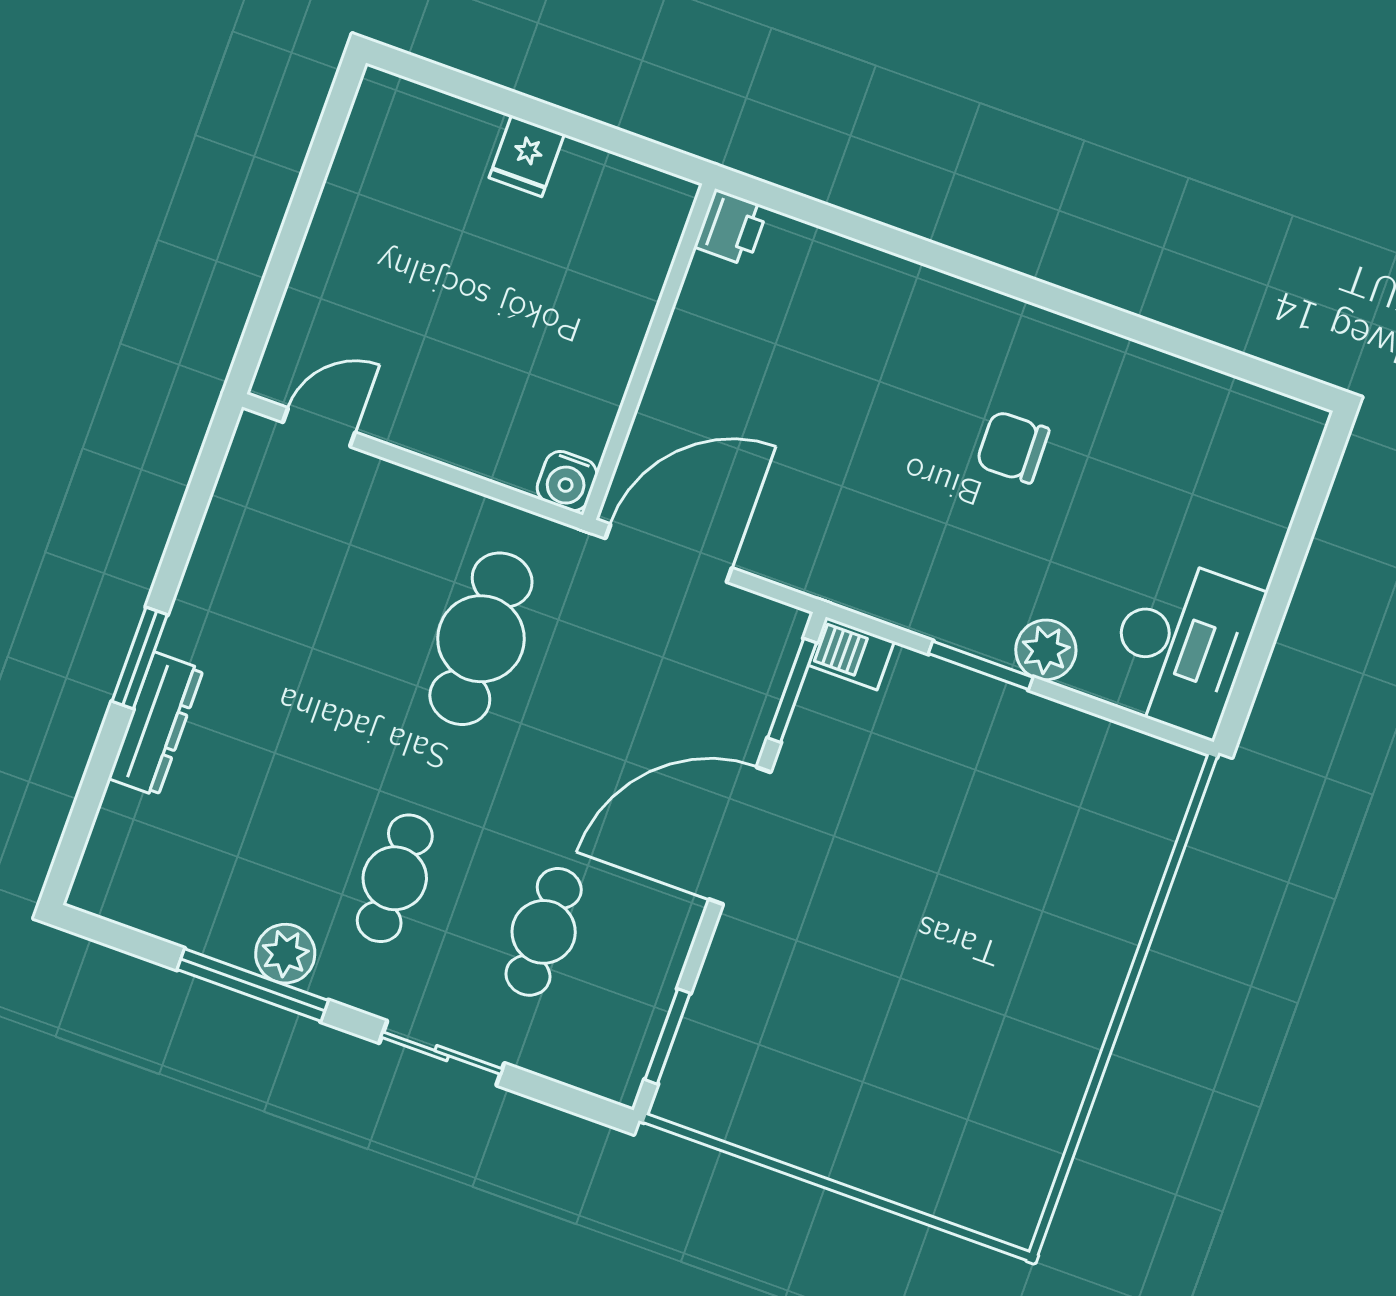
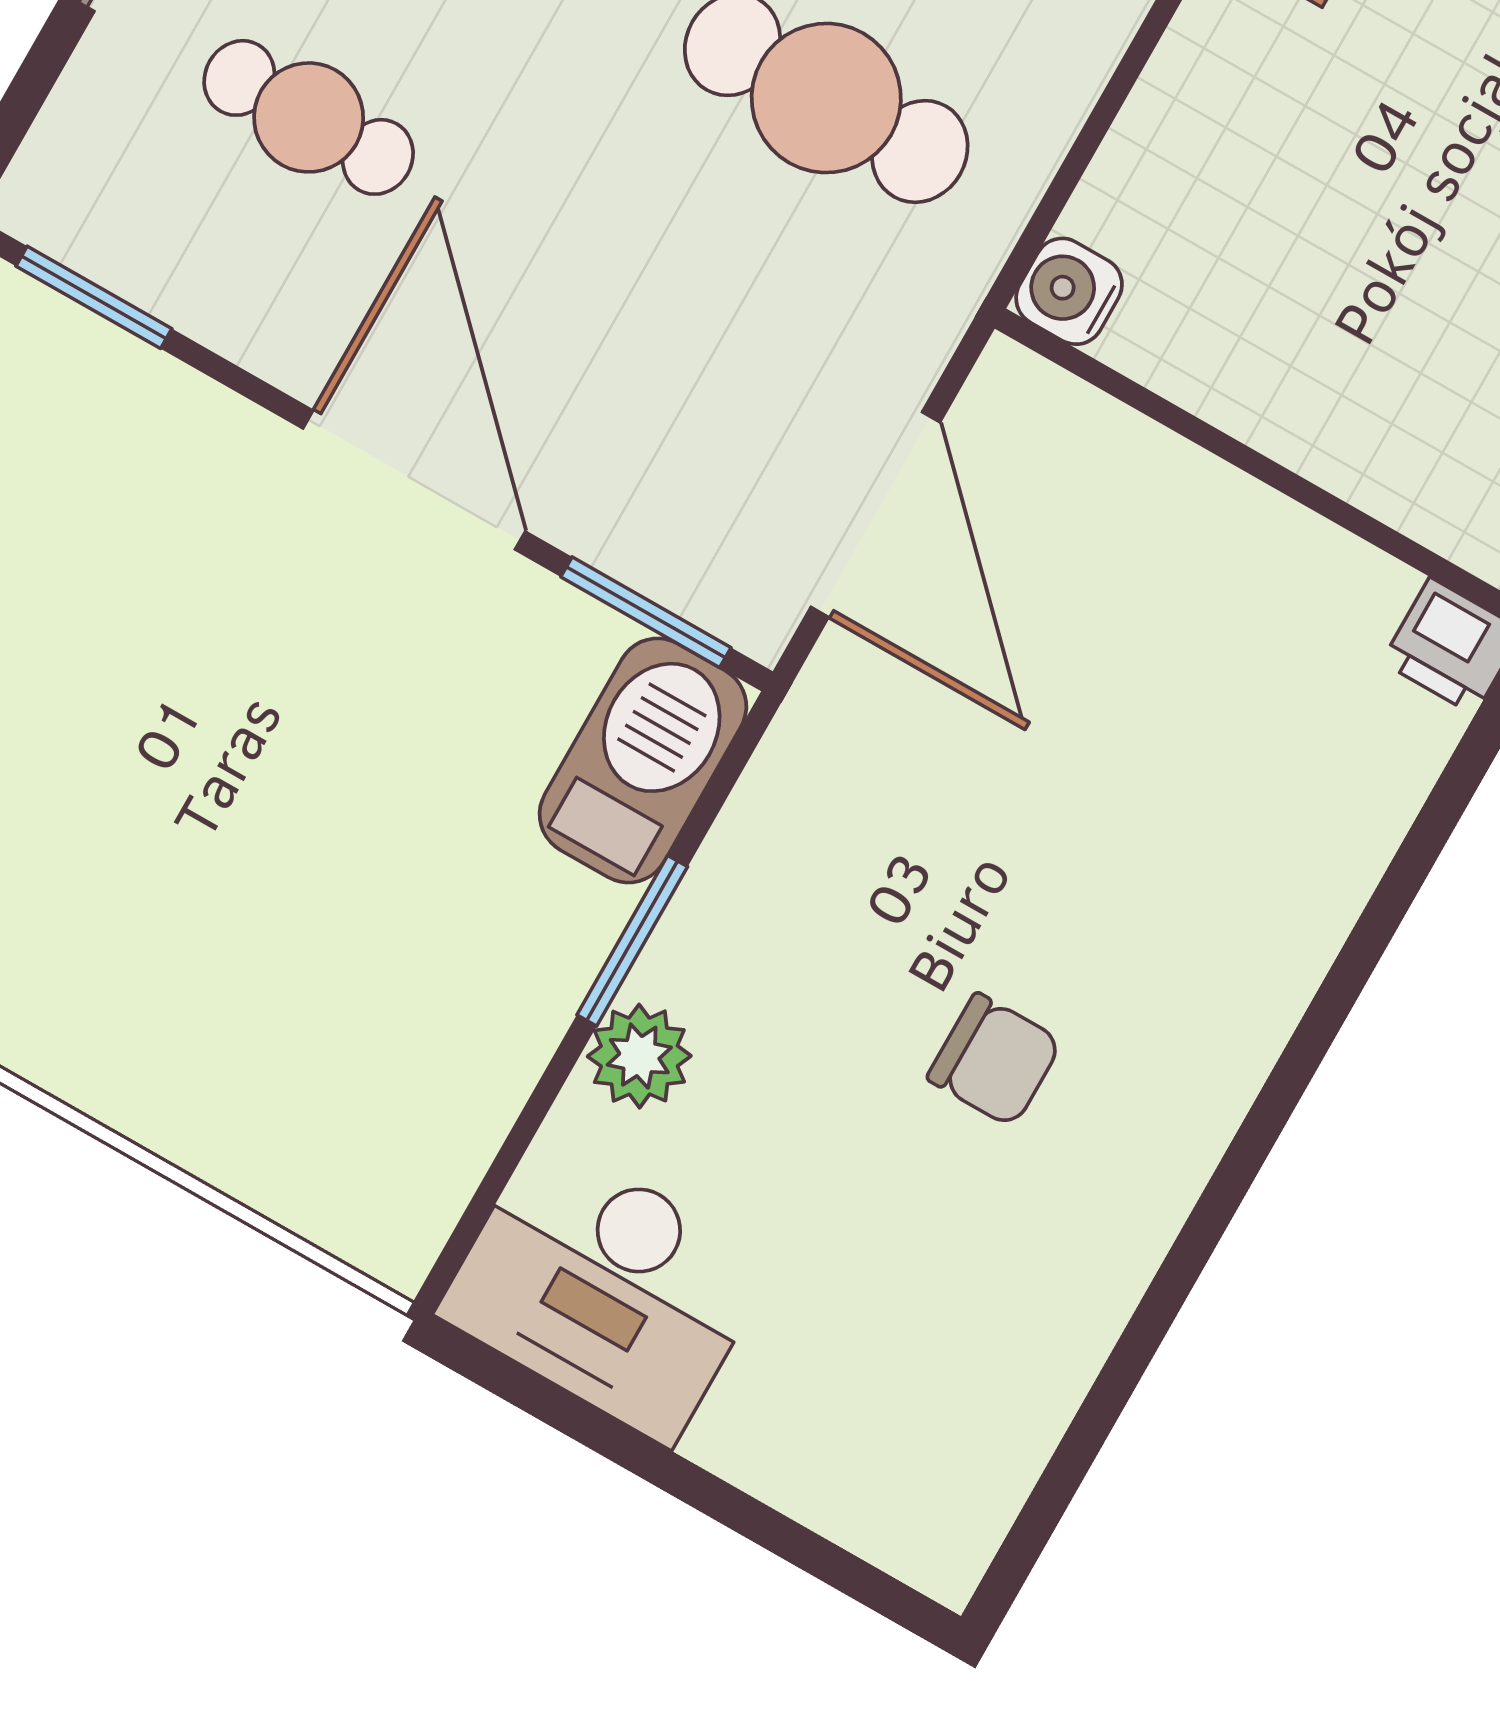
chair: (1013, 447) -> (995, 1060), turned 91
door: (669, 553) -> (875, 515), moved
barbecue: (851, 653) -> (643, 760), width x1.88, depth x1.53

